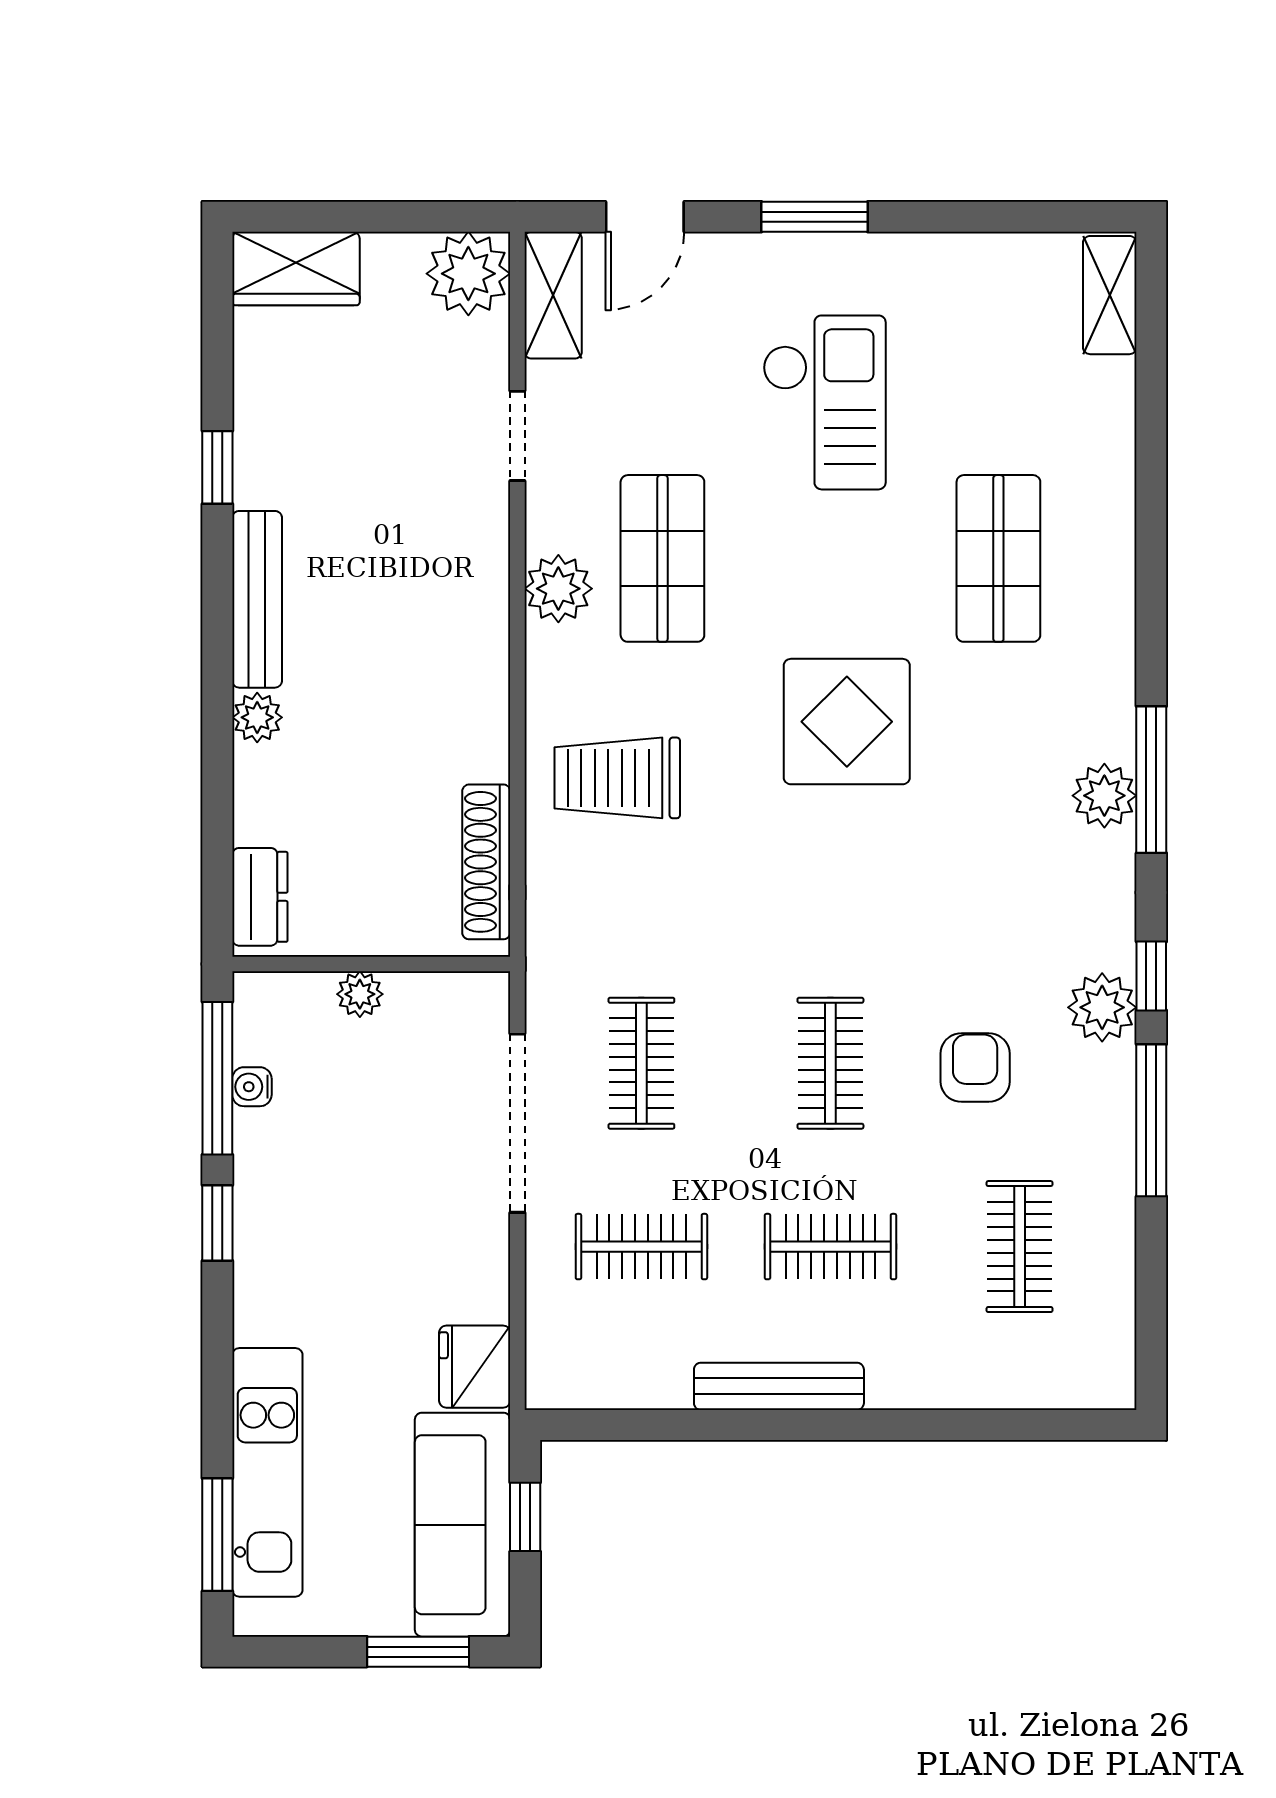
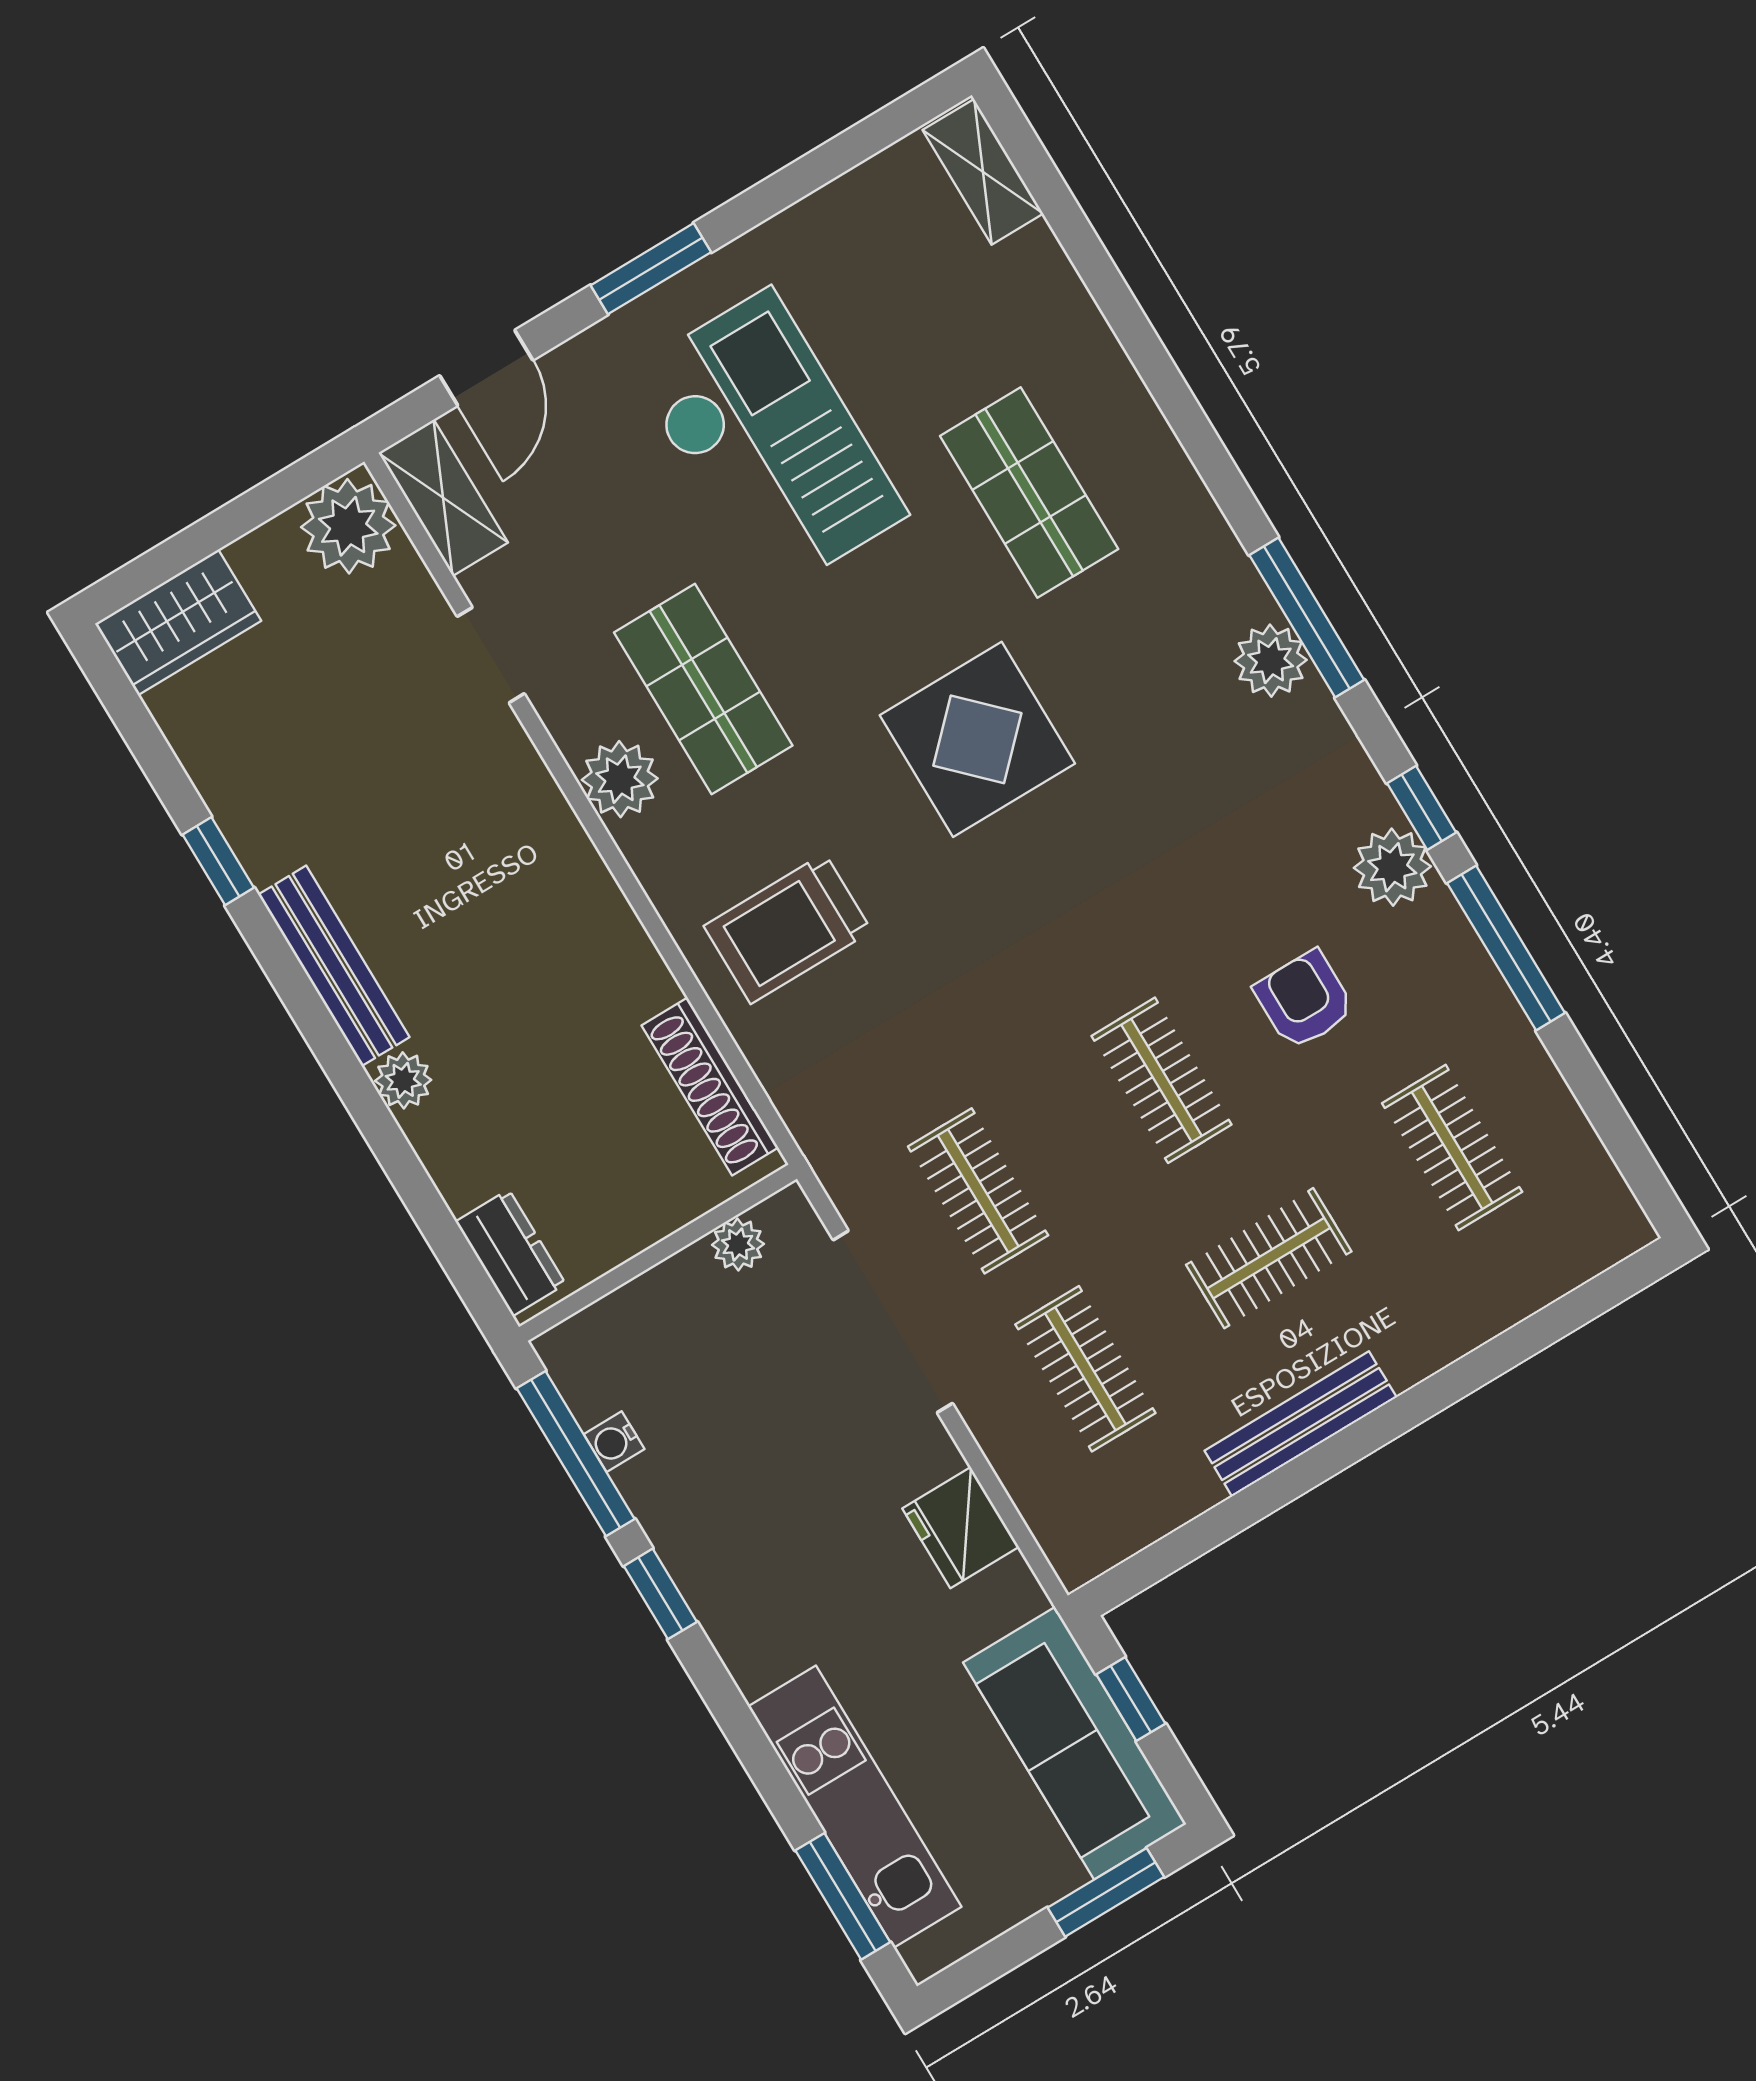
checkout: (824, 402) -> (769, 443), width x1.36, depth x1.21
plant: (360, 994) -> (738, 1244), moved
clothes rail: (641, 1247) -> (1085, 1369), turned 90
fridge: (475, 1367) -> (961, 1528), moved

